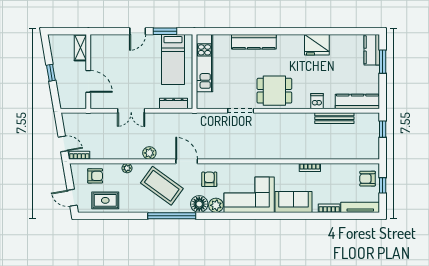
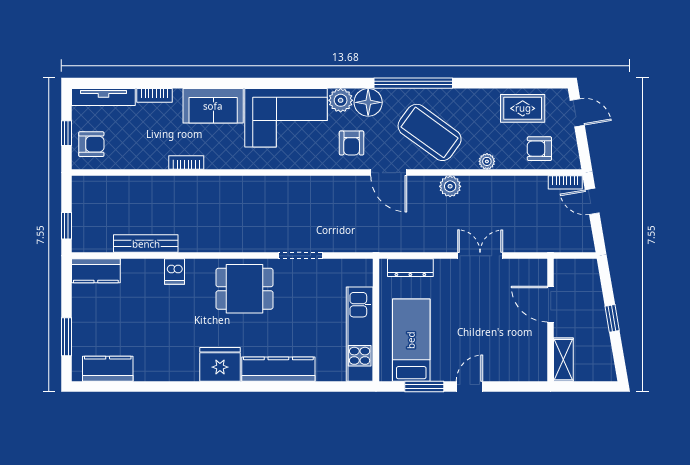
fridge: (317, 45) -> (220, 364), moved
kitchen counter: (372, 50) -> (108, 369), moved, turned -90
kitchen counter: (357, 102) -> (96, 271), width x0.67

